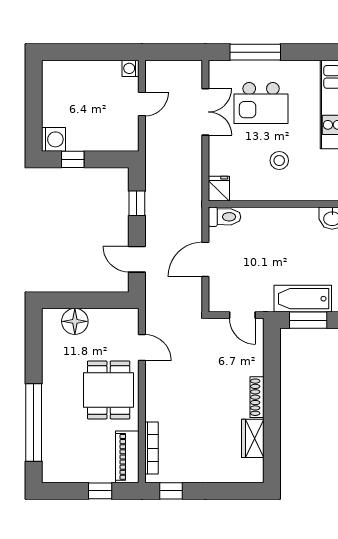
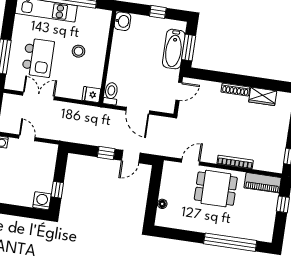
window: (137, 203) -> (106, 153), moved
floor lamp: (75, 321) -> (162, 204), width x0.53, depth x0.53
bookcase: (152, 448) -> (235, 162), moved

